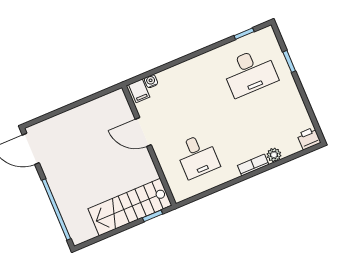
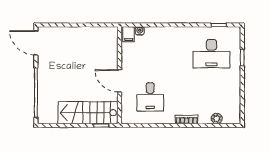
door: (143, 132) -> (119, 81), moved
printer: (309, 138) -> (233, 117), removed
plant: (274, 155) -> (217, 119), moved

